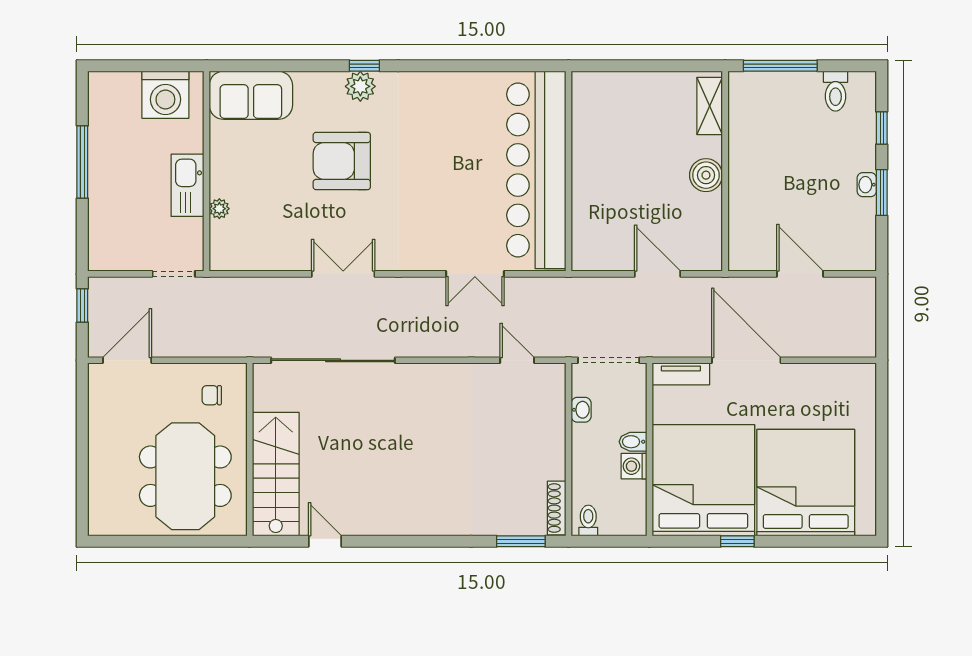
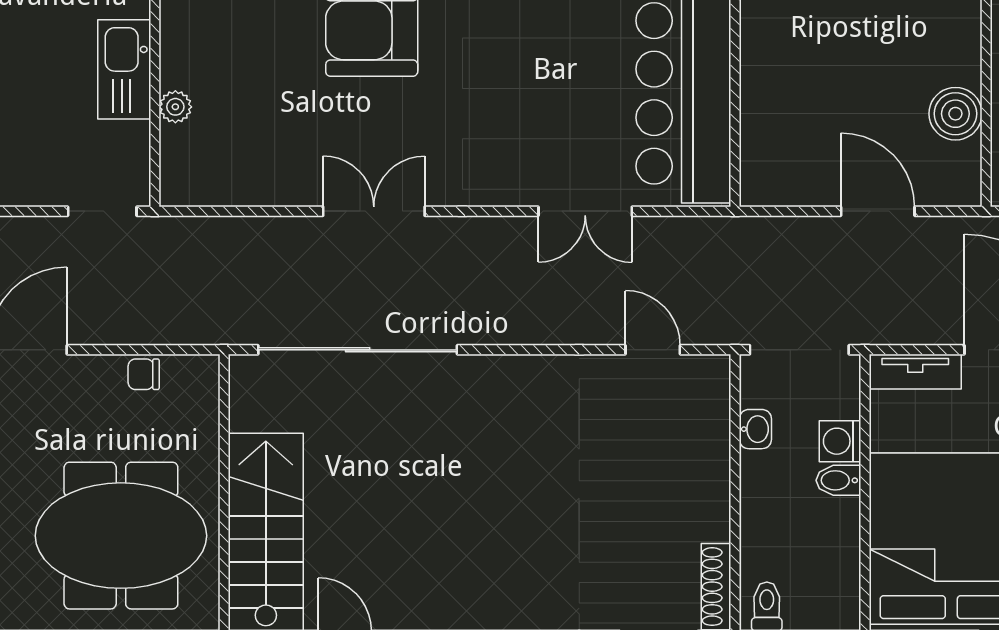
boiler: (706, 175) -> (955, 114), moved
chair: (212, 395) -> (144, 374), moved
washing machine: (634, 466) -> (840, 441), moved
meeting table: (185, 476) -> (121, 536), turned 90

